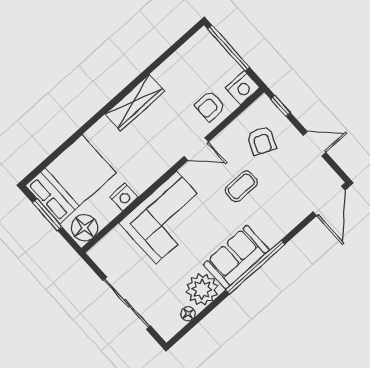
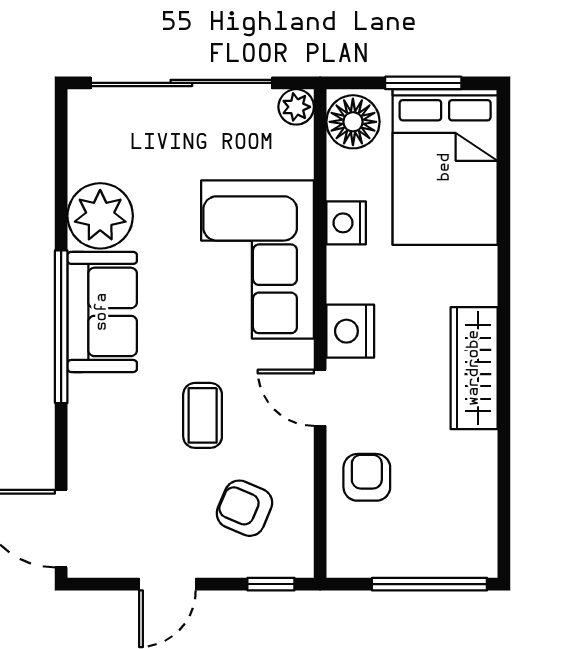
nightstand: (243, 88) -> (350, 331), moved
door: (196, 149) -> (320, 398), hinge flipped
plant: (98, 253) -> (296, 107), added
sliding door: (127, 303) -> (181, 83), width x1.36
floor lamp: (188, 314) -> (82, 162), removed

